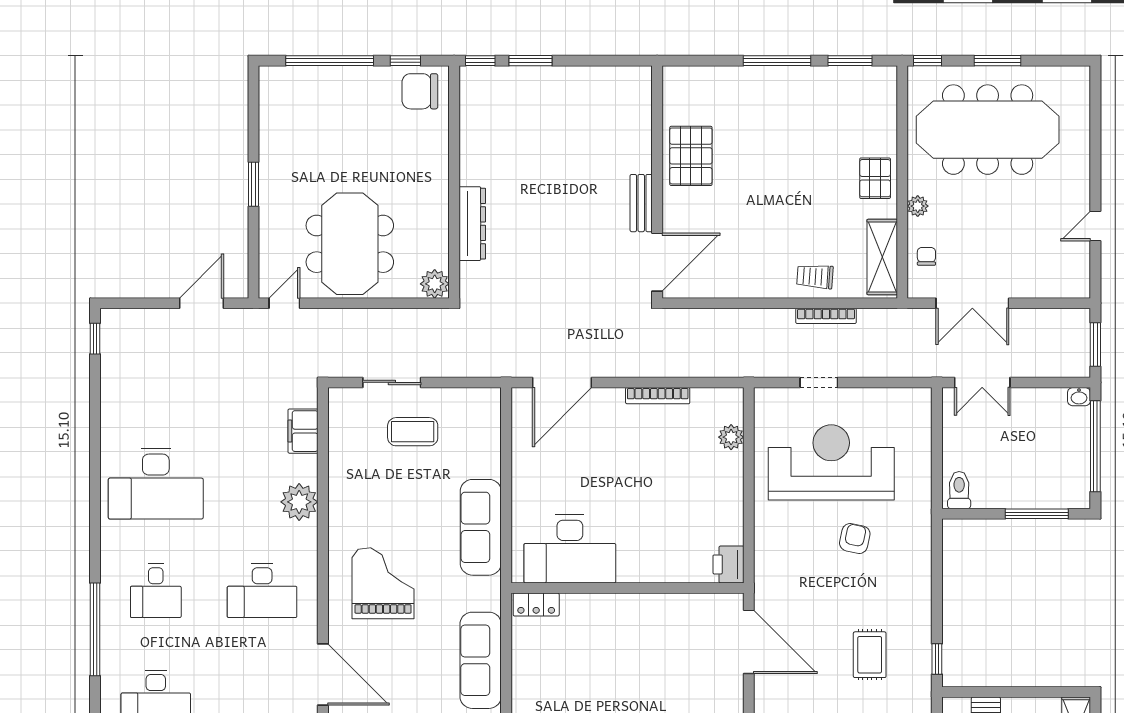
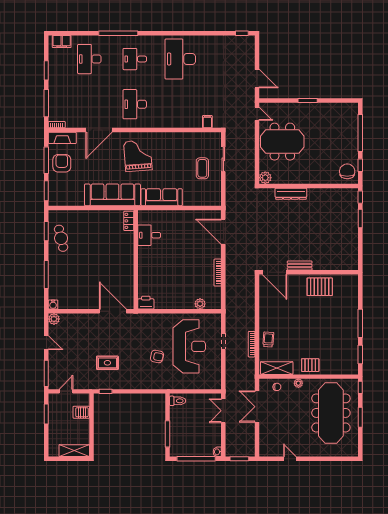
filing cabinet: (303, 431) -> (207, 122), width x0.50
plant: (299, 502) -> (172, 120), removed
desk: (570, 549) -> (149, 235), width x0.53, depth x0.77
grand piano: (383, 583) -> (138, 156), turned -94
door: (749, 642) -> (113, 311), swing flipped
sofa: (481, 660) -> (112, 195), width x1.36, depth x1.27

